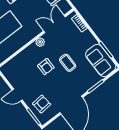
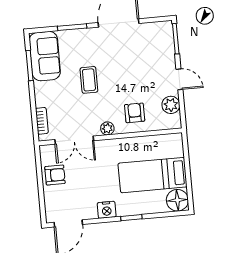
armchair: (46, 67) -> (135, 113), moved
plant: (13, 78) -> (171, 105), added
armchair: (42, 104) -> (155, 48), removed

